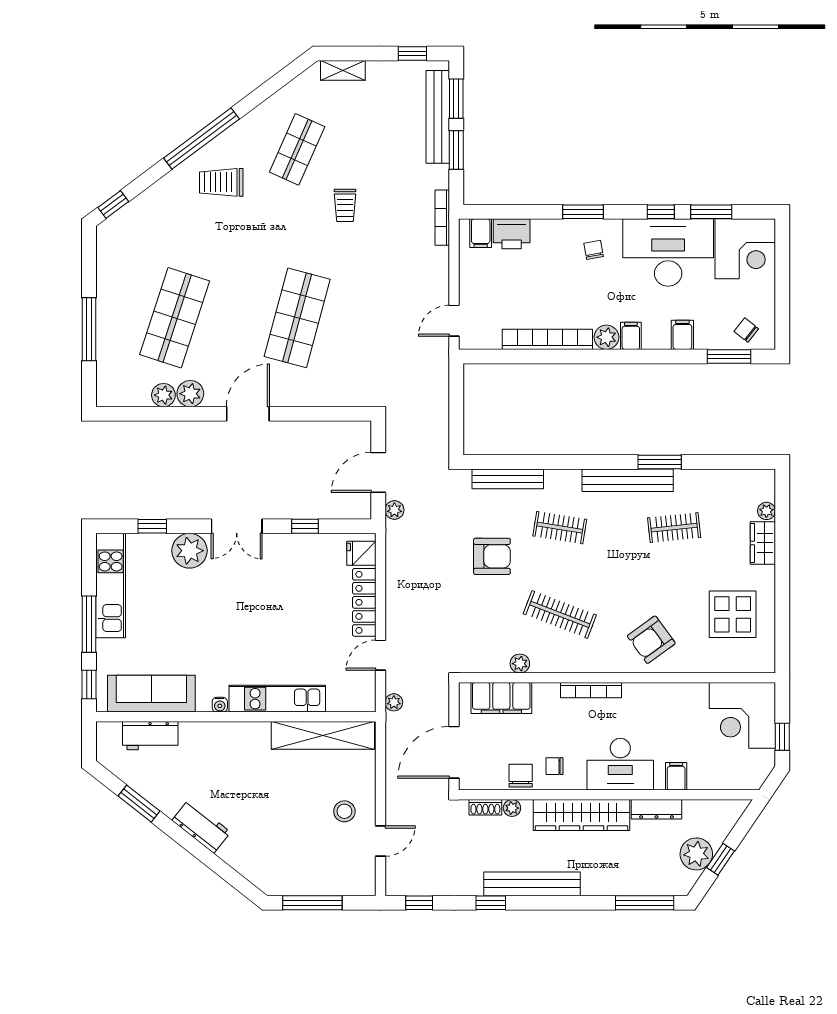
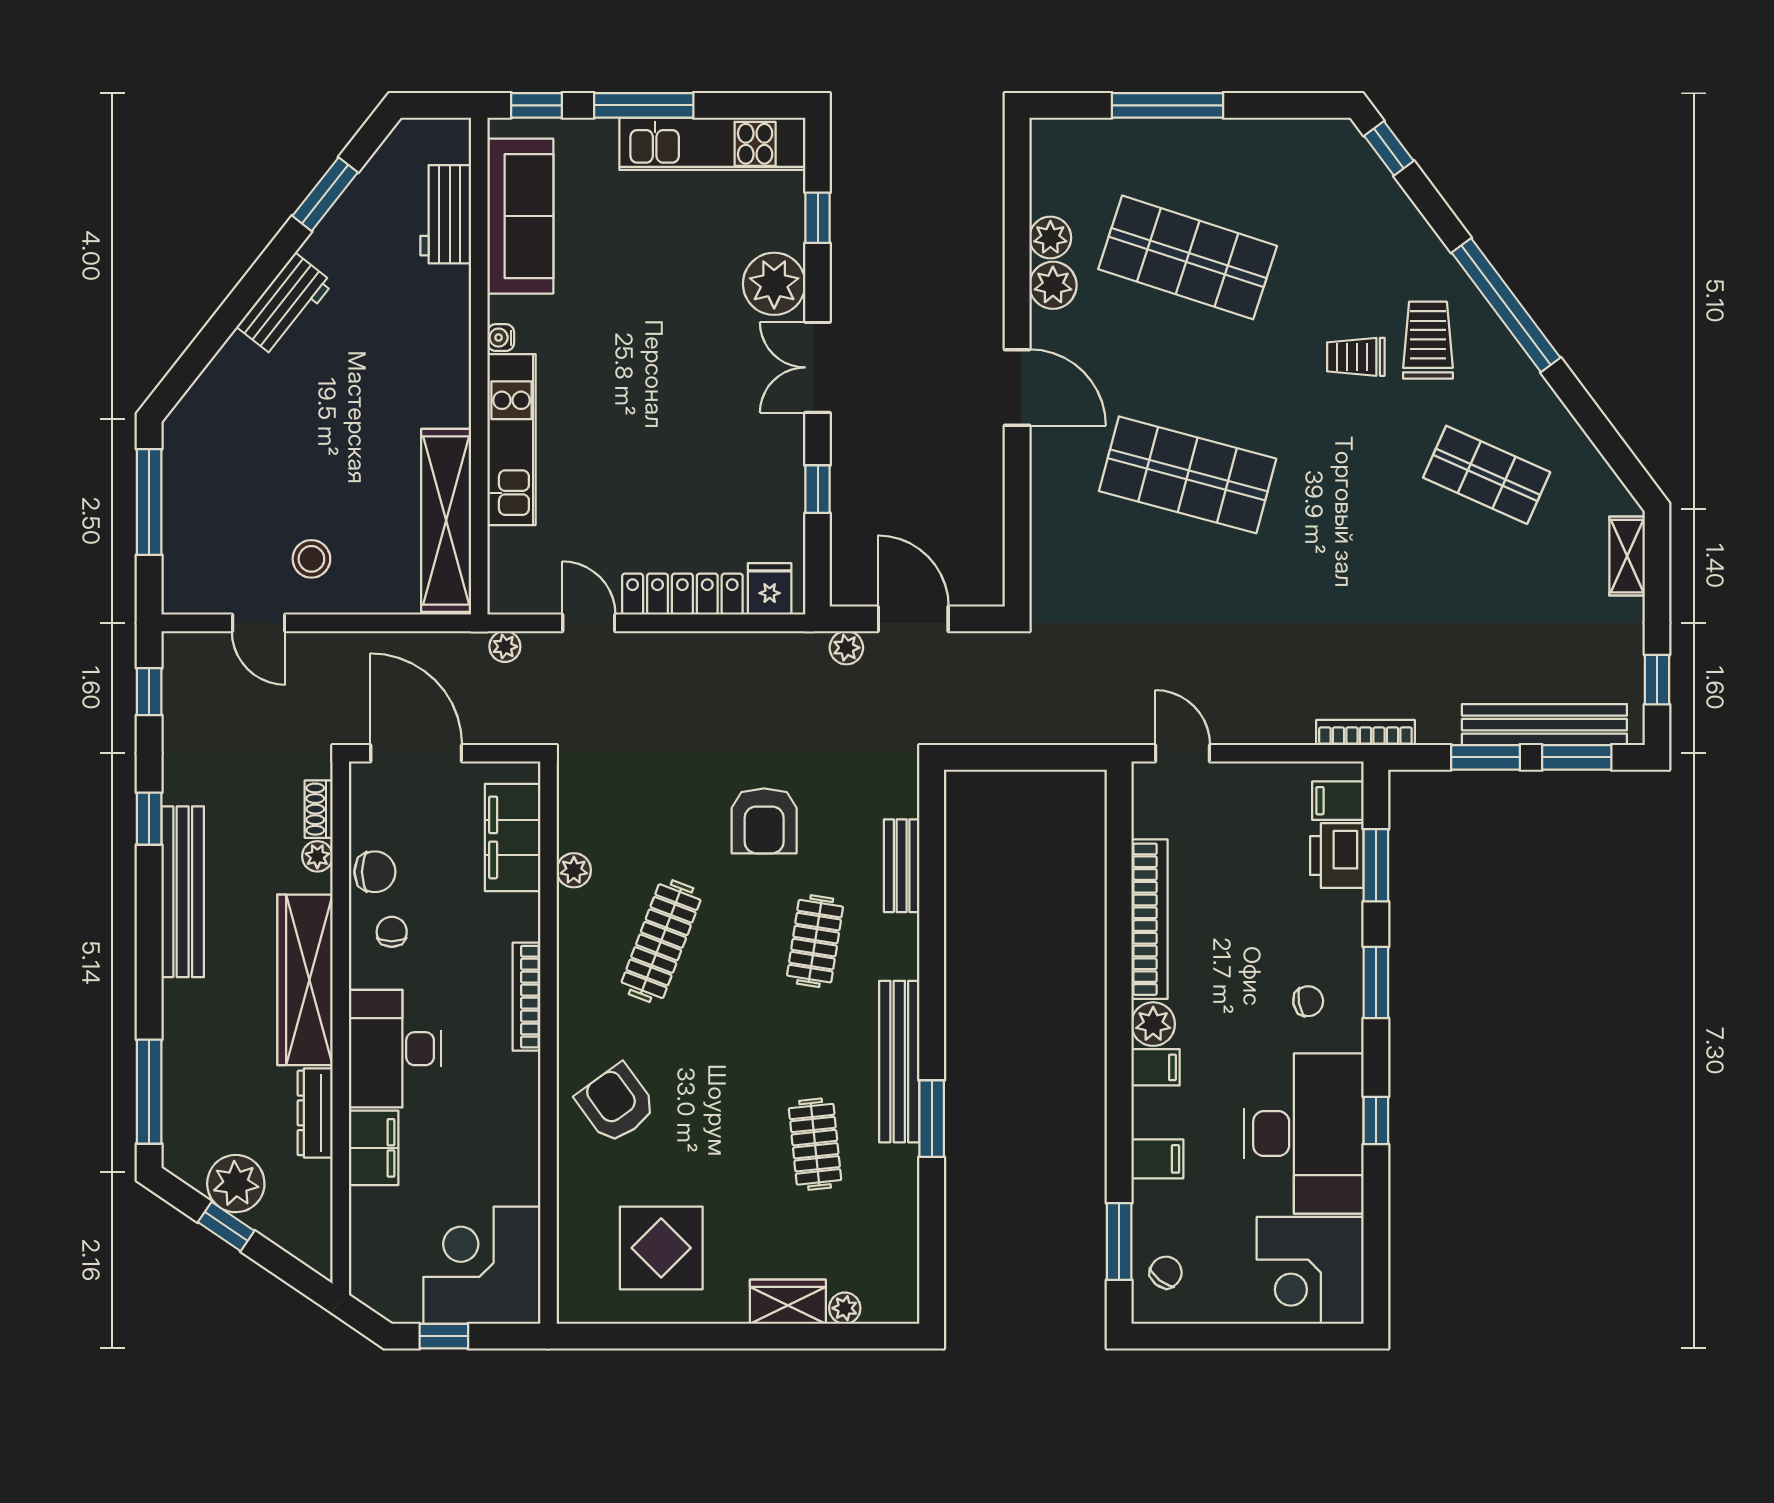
trolley: (345, 205) -> (1356, 357), moved
window: (711, 212) -> (1376, 865), moved
bench: (508, 479) -> (902, 866), width x0.73
filing cabinet: (676, 776) -> (374, 1148), width x2.00

